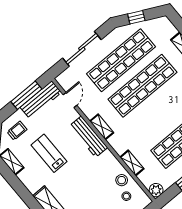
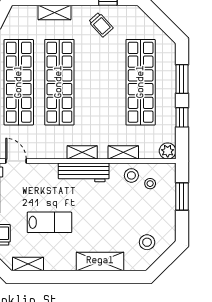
shelving: (102, 127) -> (82, 152), moved
workbench: (89, 137) -> (84, 172), moved
lab bench: (49, 153) -> (49, 222), turned 180

